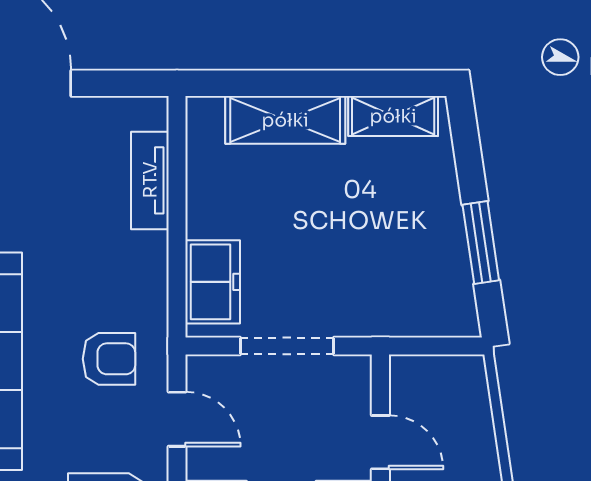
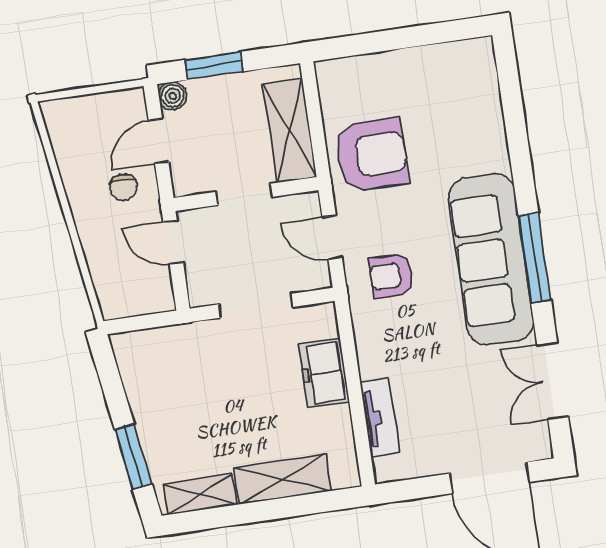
window: (481, 243) -> (133, 457), moved
freezer: (213, 282) -> (324, 373), moved

